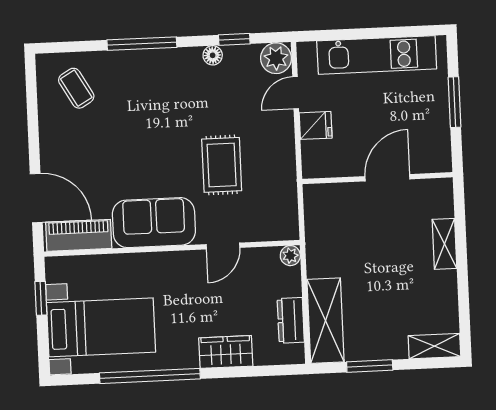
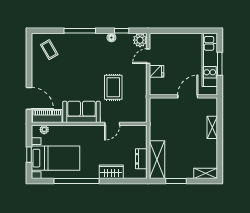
kitchen unit: (377, 55) -> (210, 60), moved, turned 90
plant: (290, 256) -> (44, 130), moved
window: (41, 298) -> (29, 155), moved

